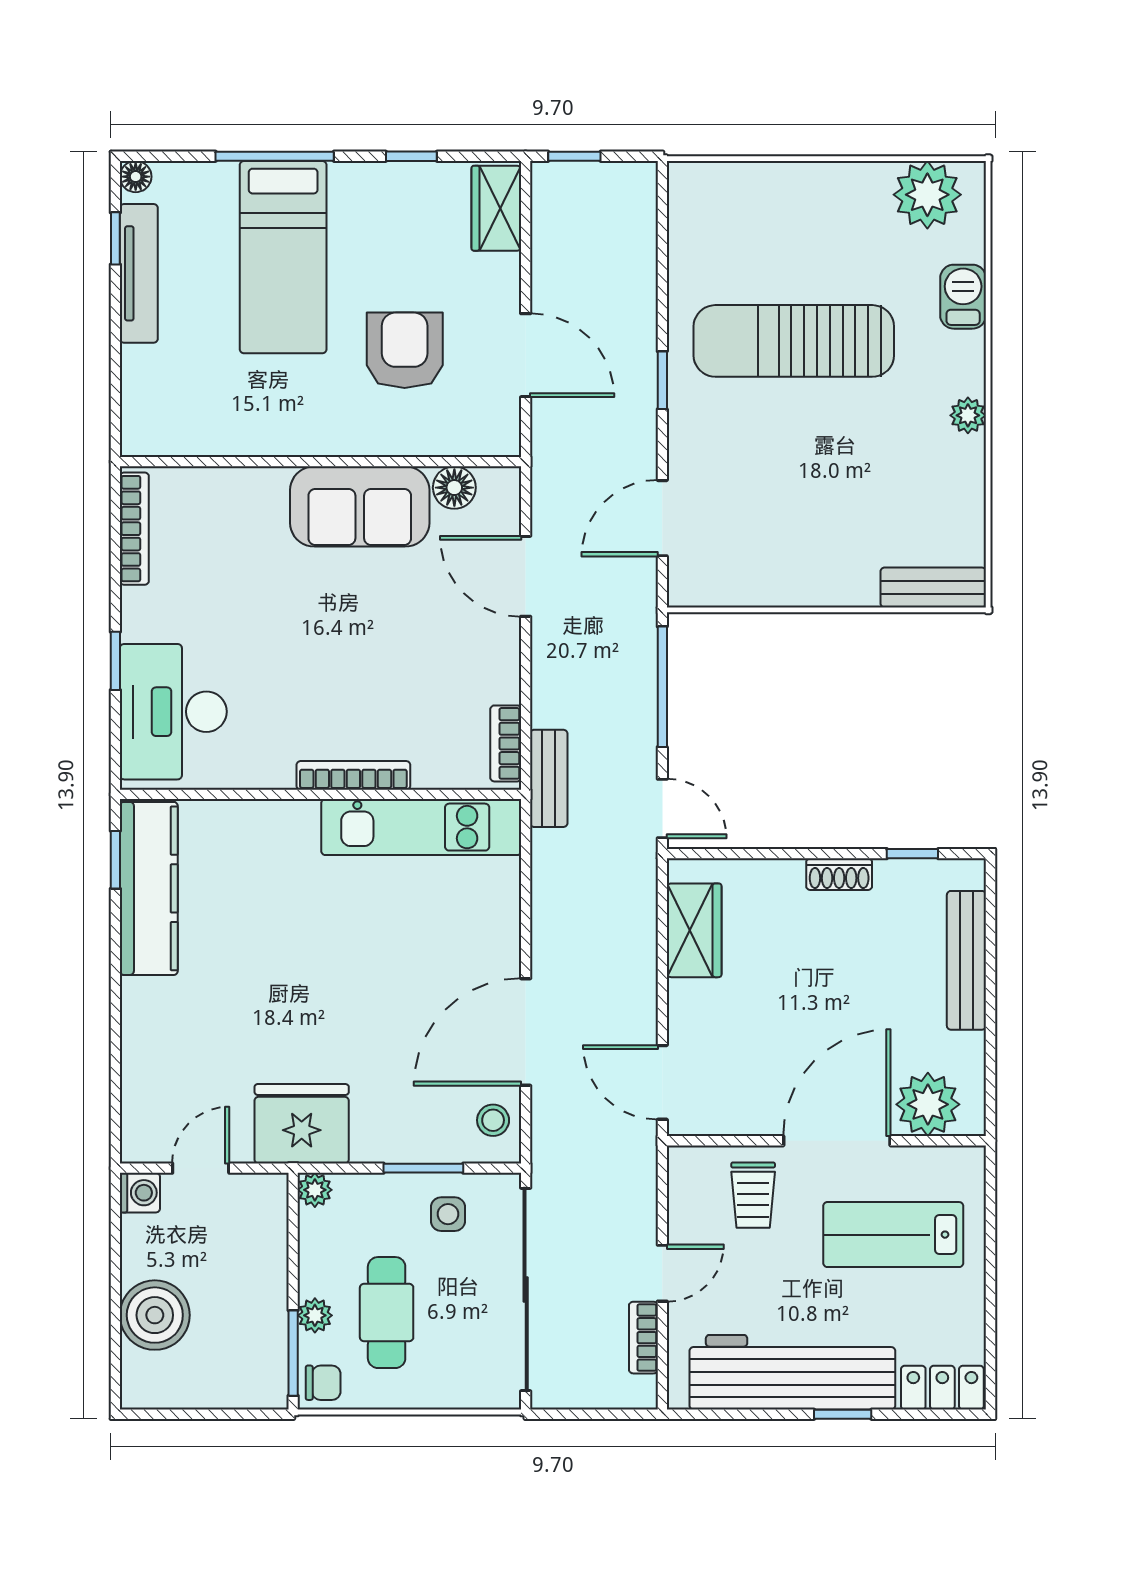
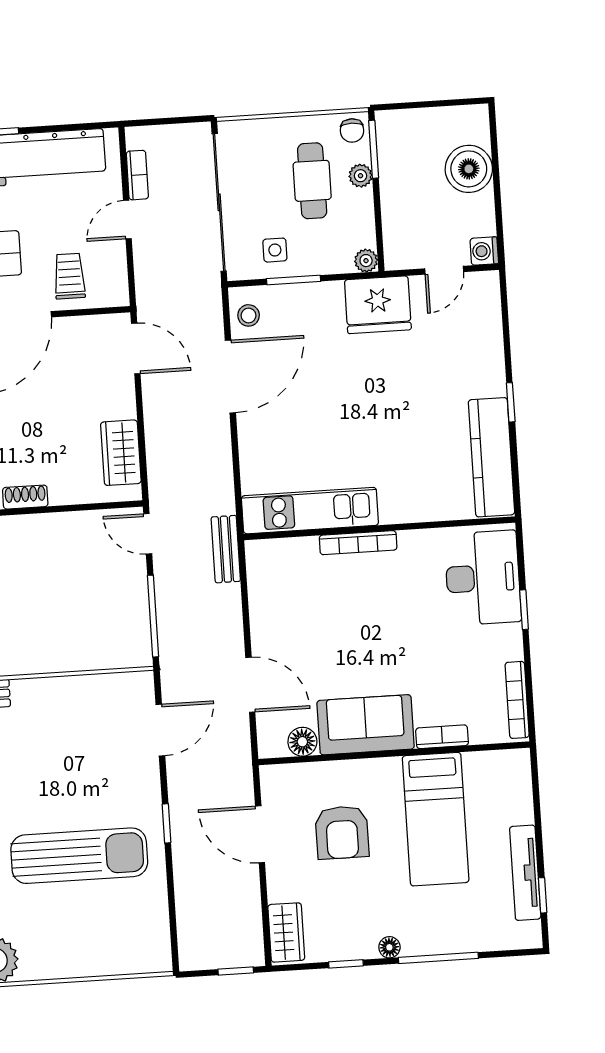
floor lamp: (136, 177) -> (389, 947), moved
bed: (283, 257) -> (436, 819), moved, turned 180
bookcase: (506, 743) -> (442, 737), moved, turned -90
window: (115, 860) -> (511, 402), moved
chair: (323, 1383) -> (352, 131), turned -90

